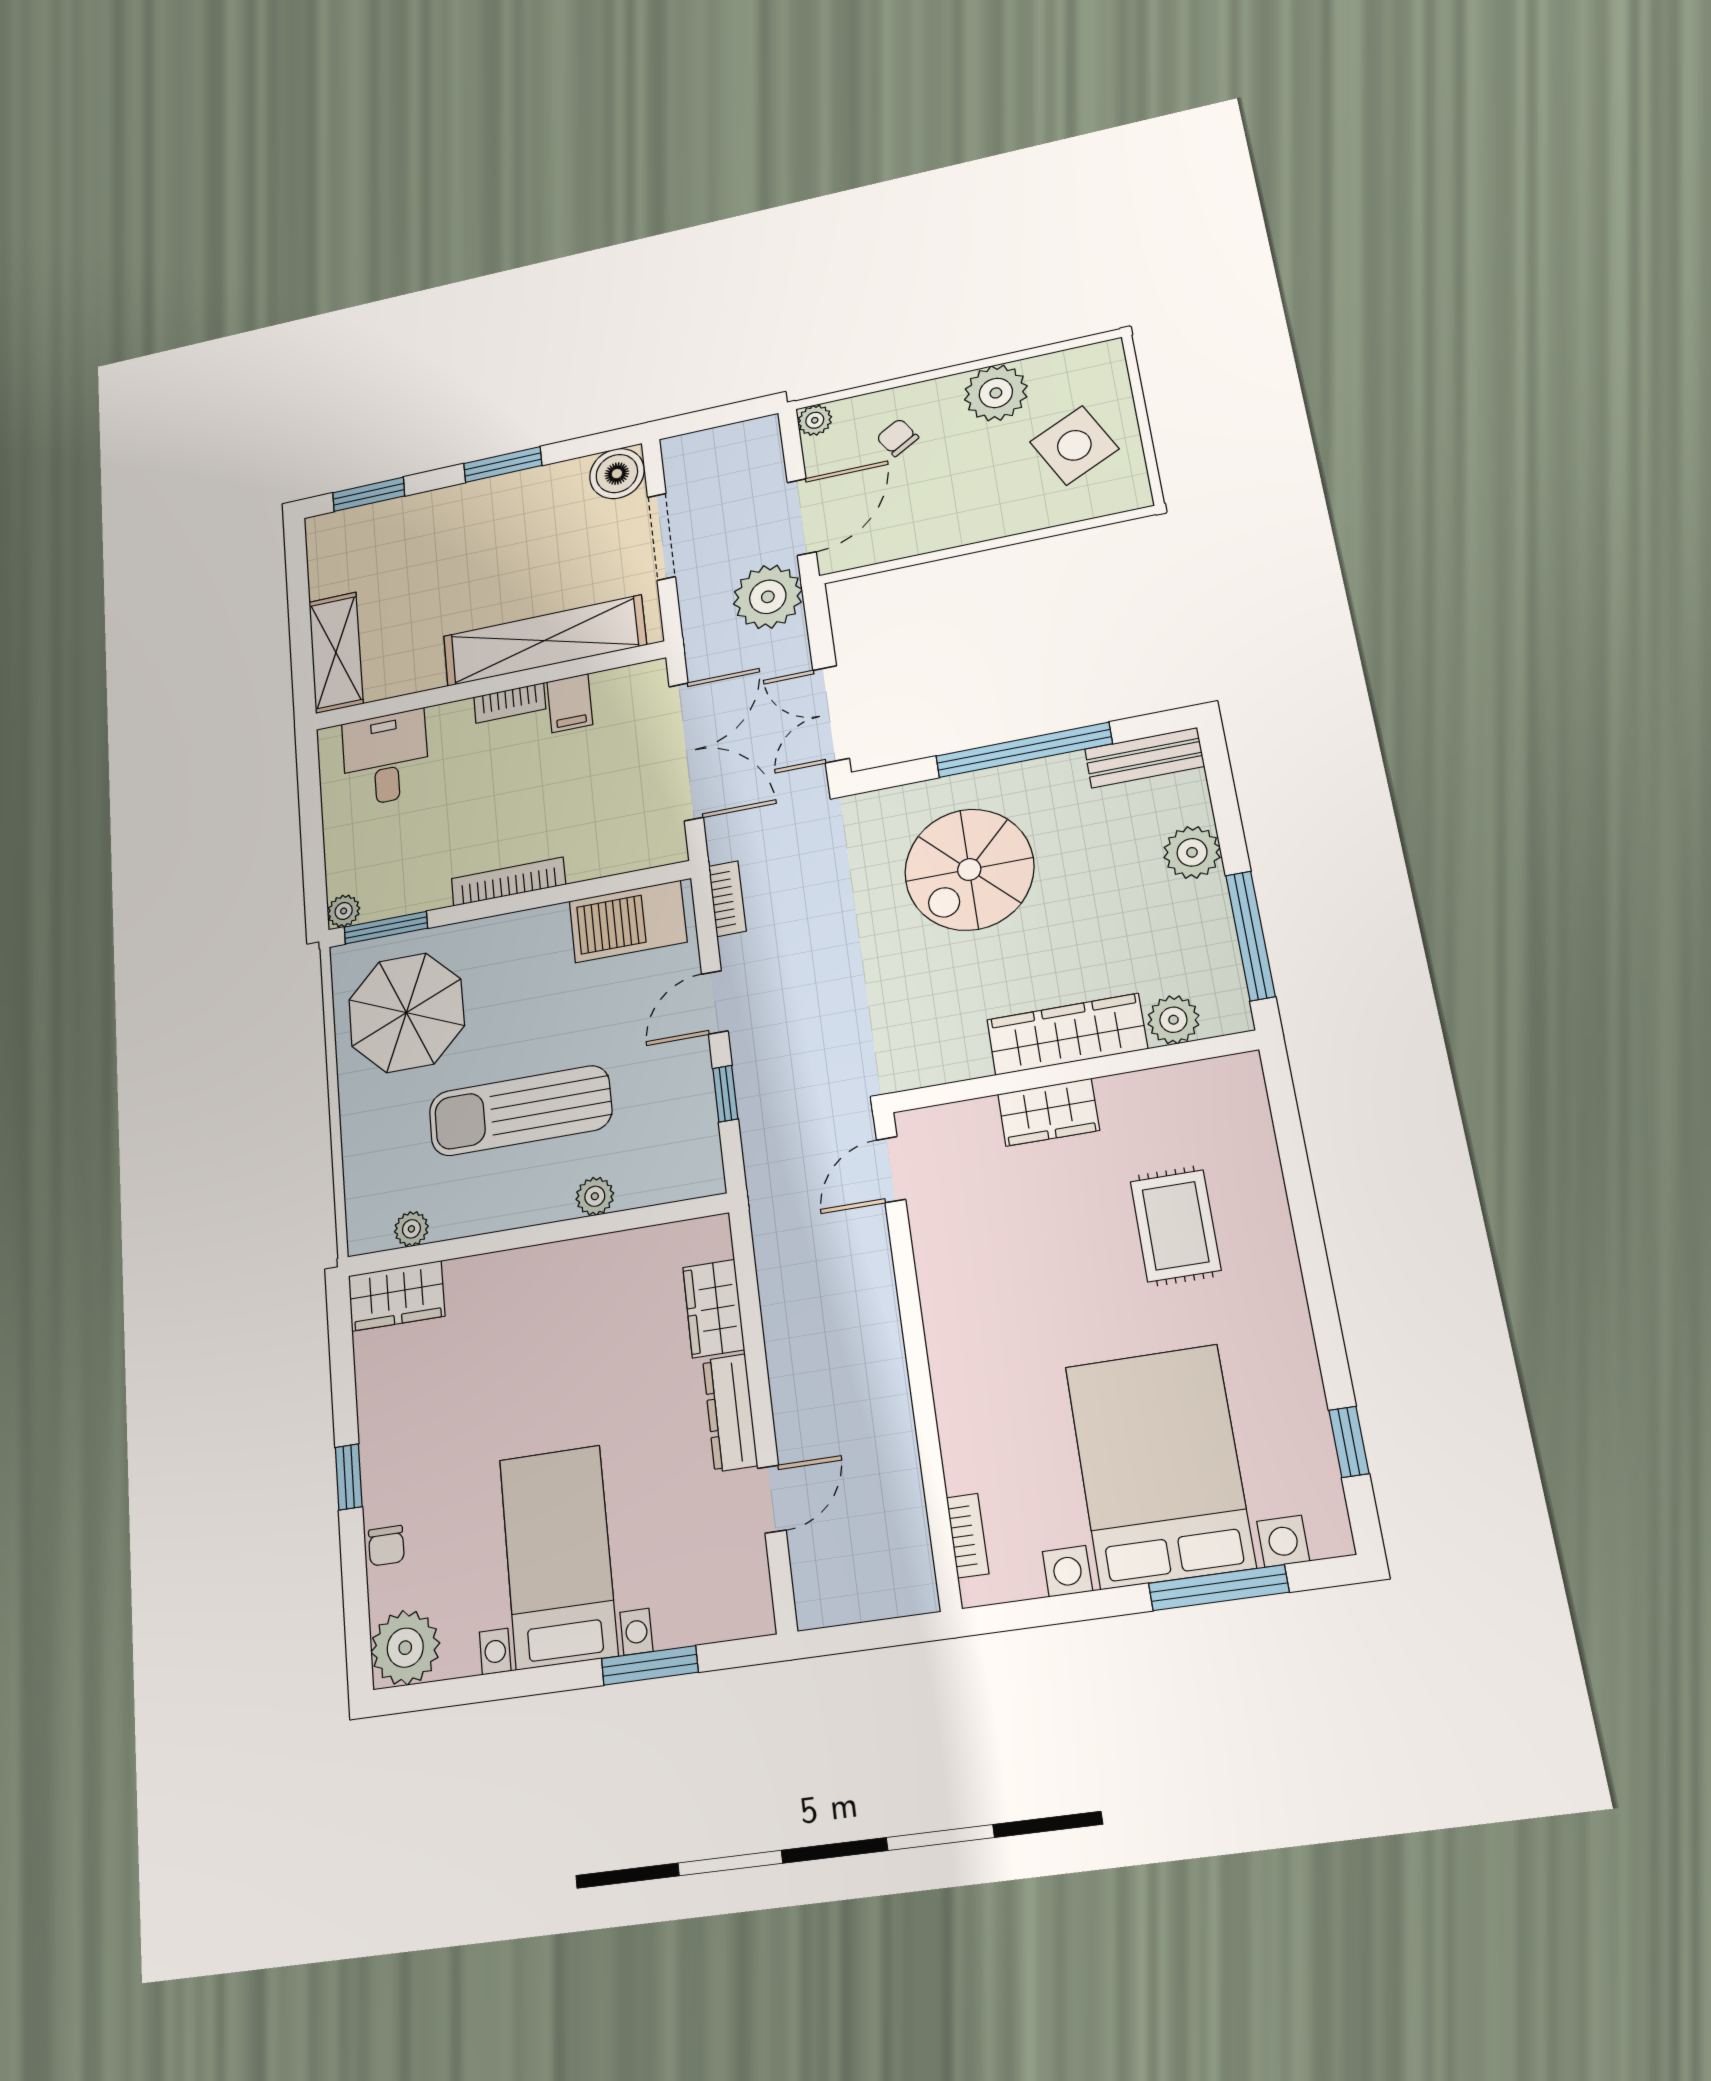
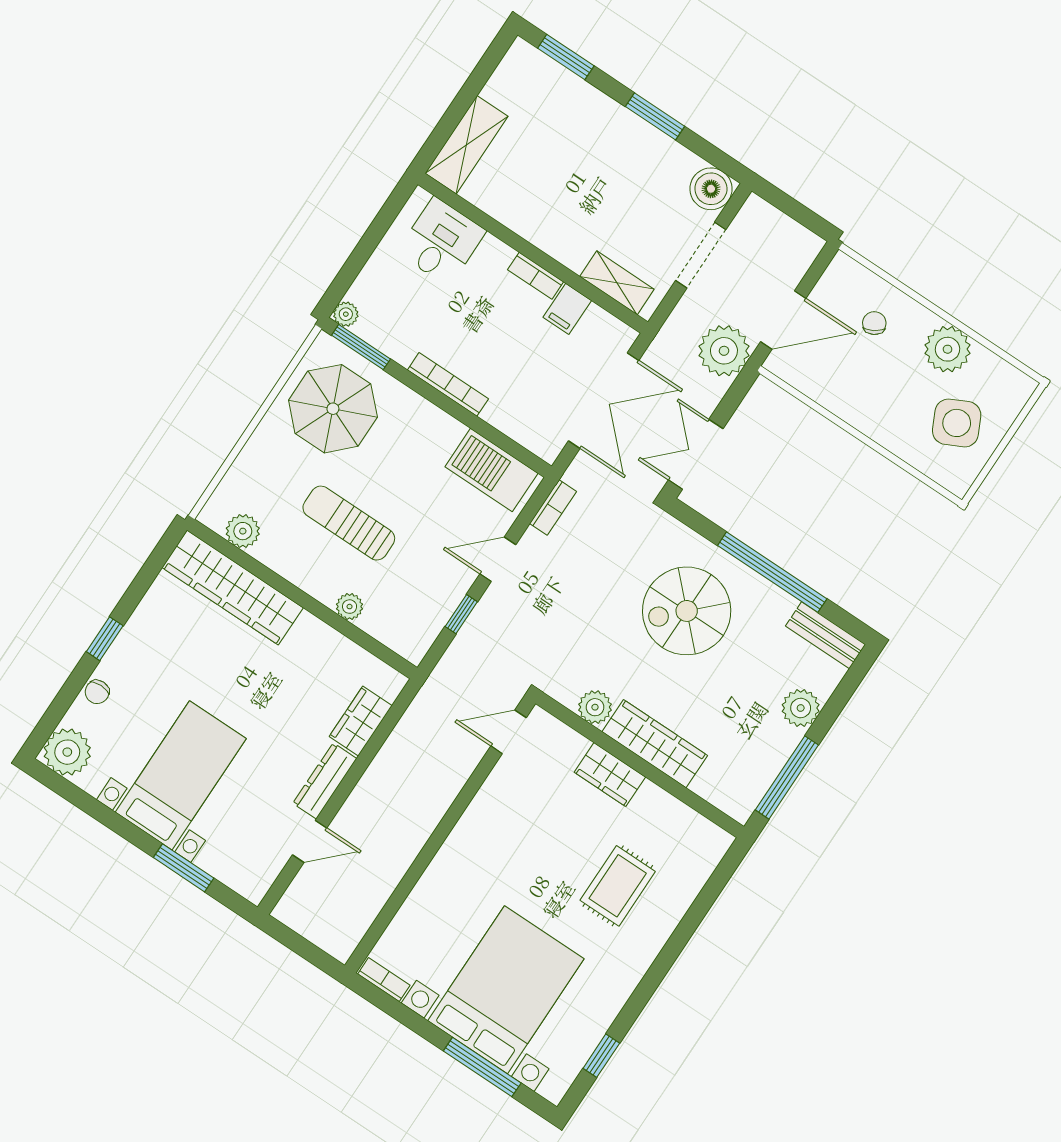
plant: (815, 420) -> (842, 266), removed
shelving: (544, 641) -> (617, 283), width x0.45, depth x0.75
plant: (1173, 1020) -> (595, 707), moved
sun lounger: (520, 1111) -> (349, 523), width x0.73, depth x0.75
plant: (411, 1229) -> (243, 531), width x1.38, depth x1.38
wardrobe: (397, 1296) -> (233, 588), width x2.10, depth x1.17
bookcase: (968, 1536) -> (384, 980), moved, turned -90

